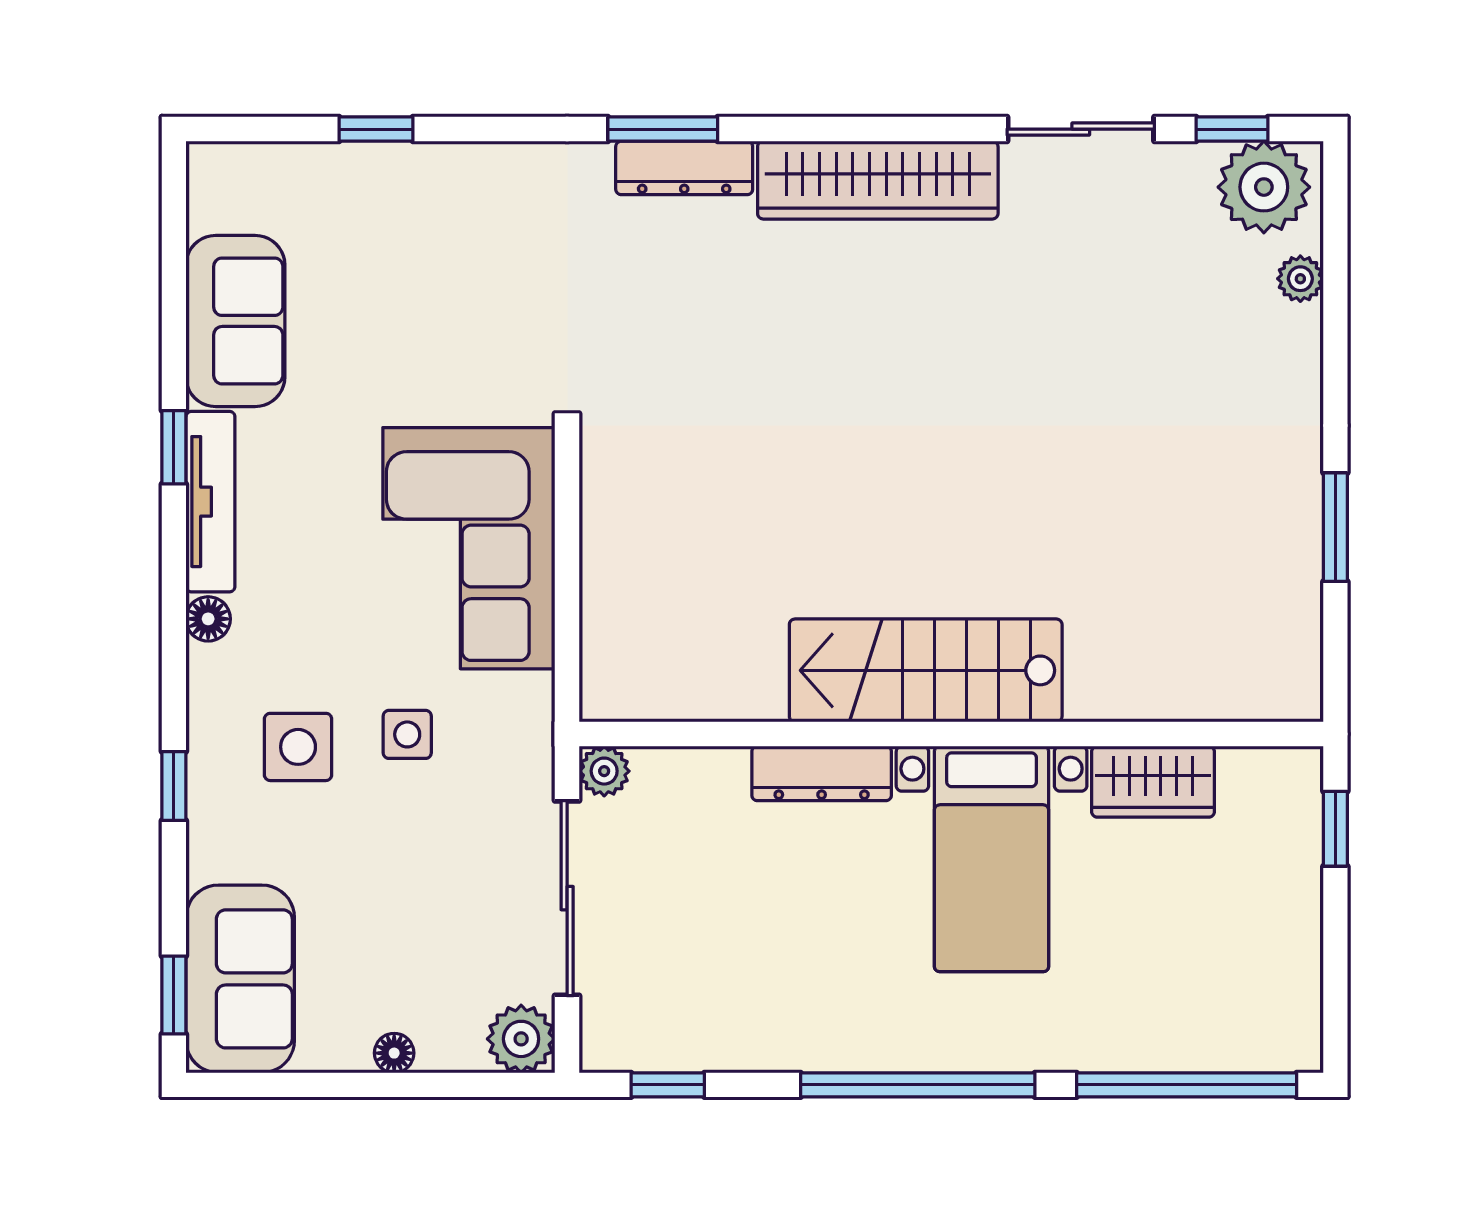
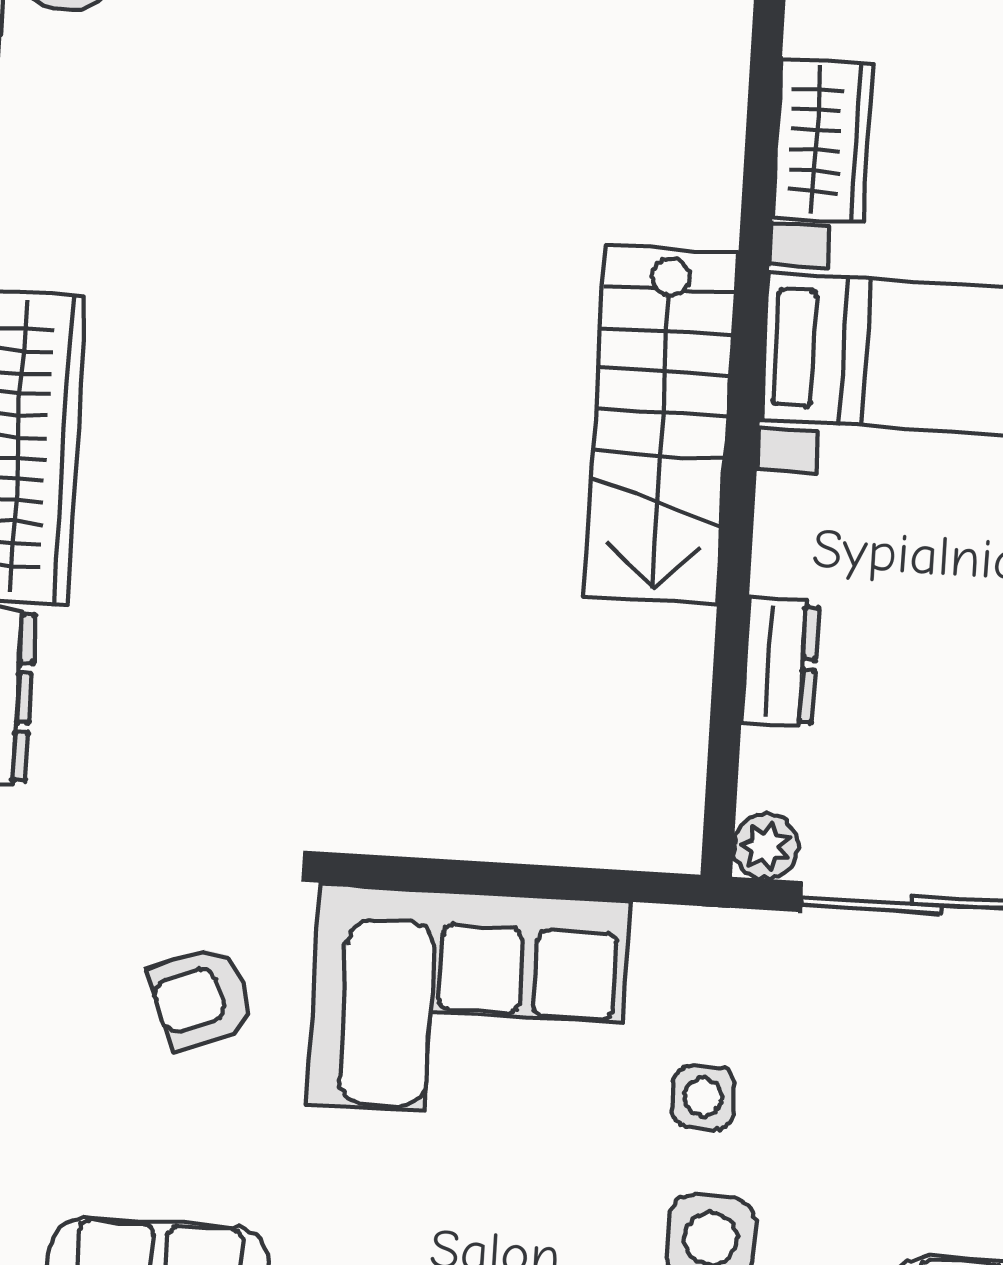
armchair: (461, 341) -> (201, 997), added
dresser: (822, 773) -> (780, 663), moved, width x0.70

